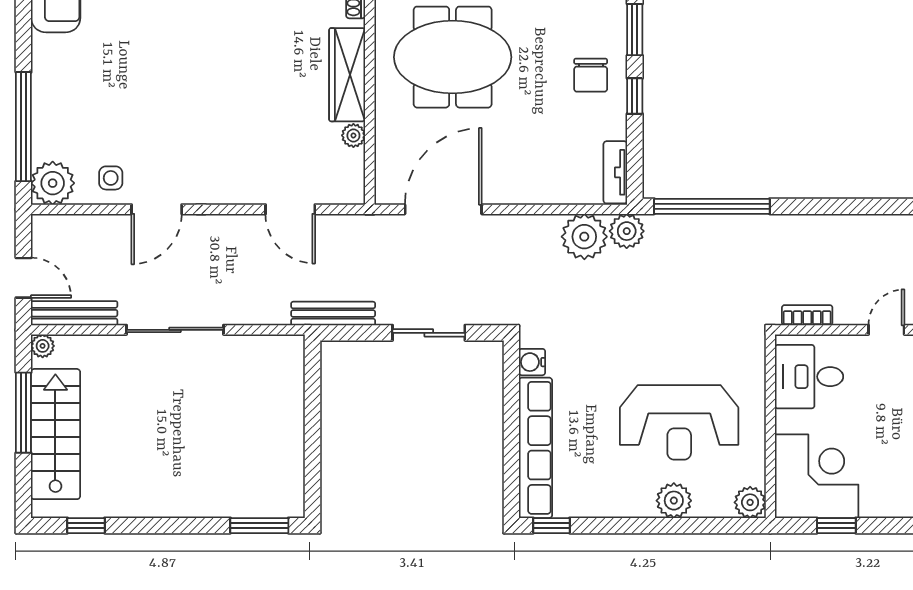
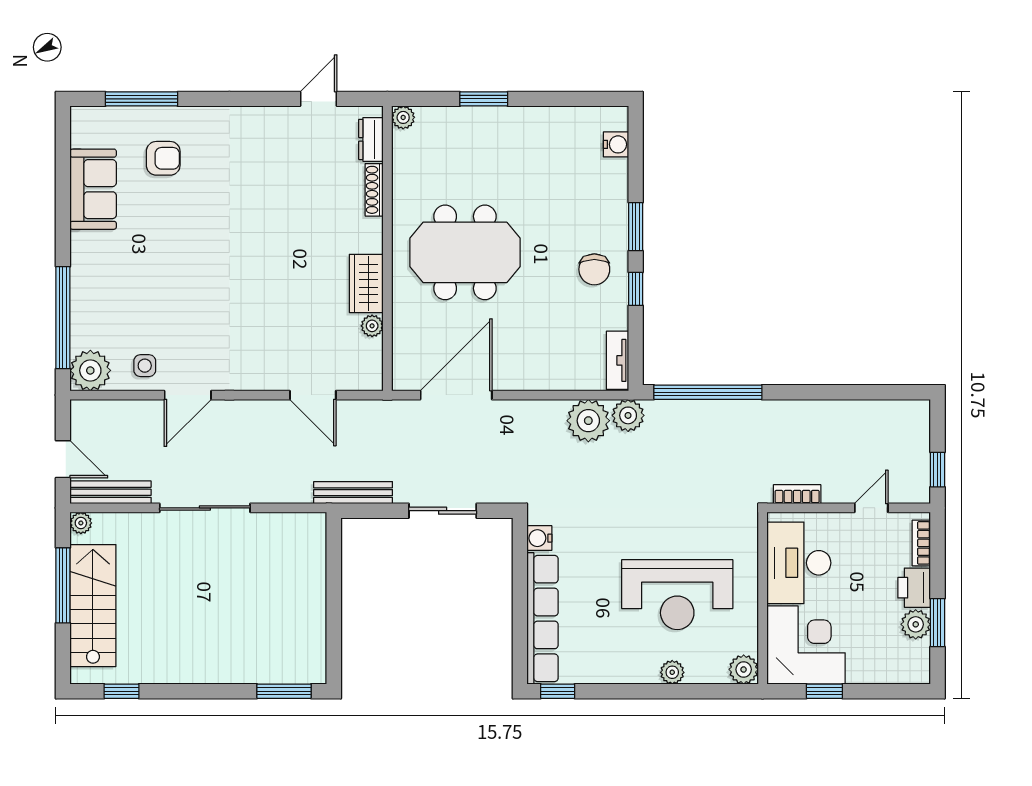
wardrobe: (347, 75) -> (366, 283), width x0.67
desk: (809, 377) -> (799, 563), width x1.37
plant: (674, 501) -> (672, 672), width x0.73, depth x0.73

